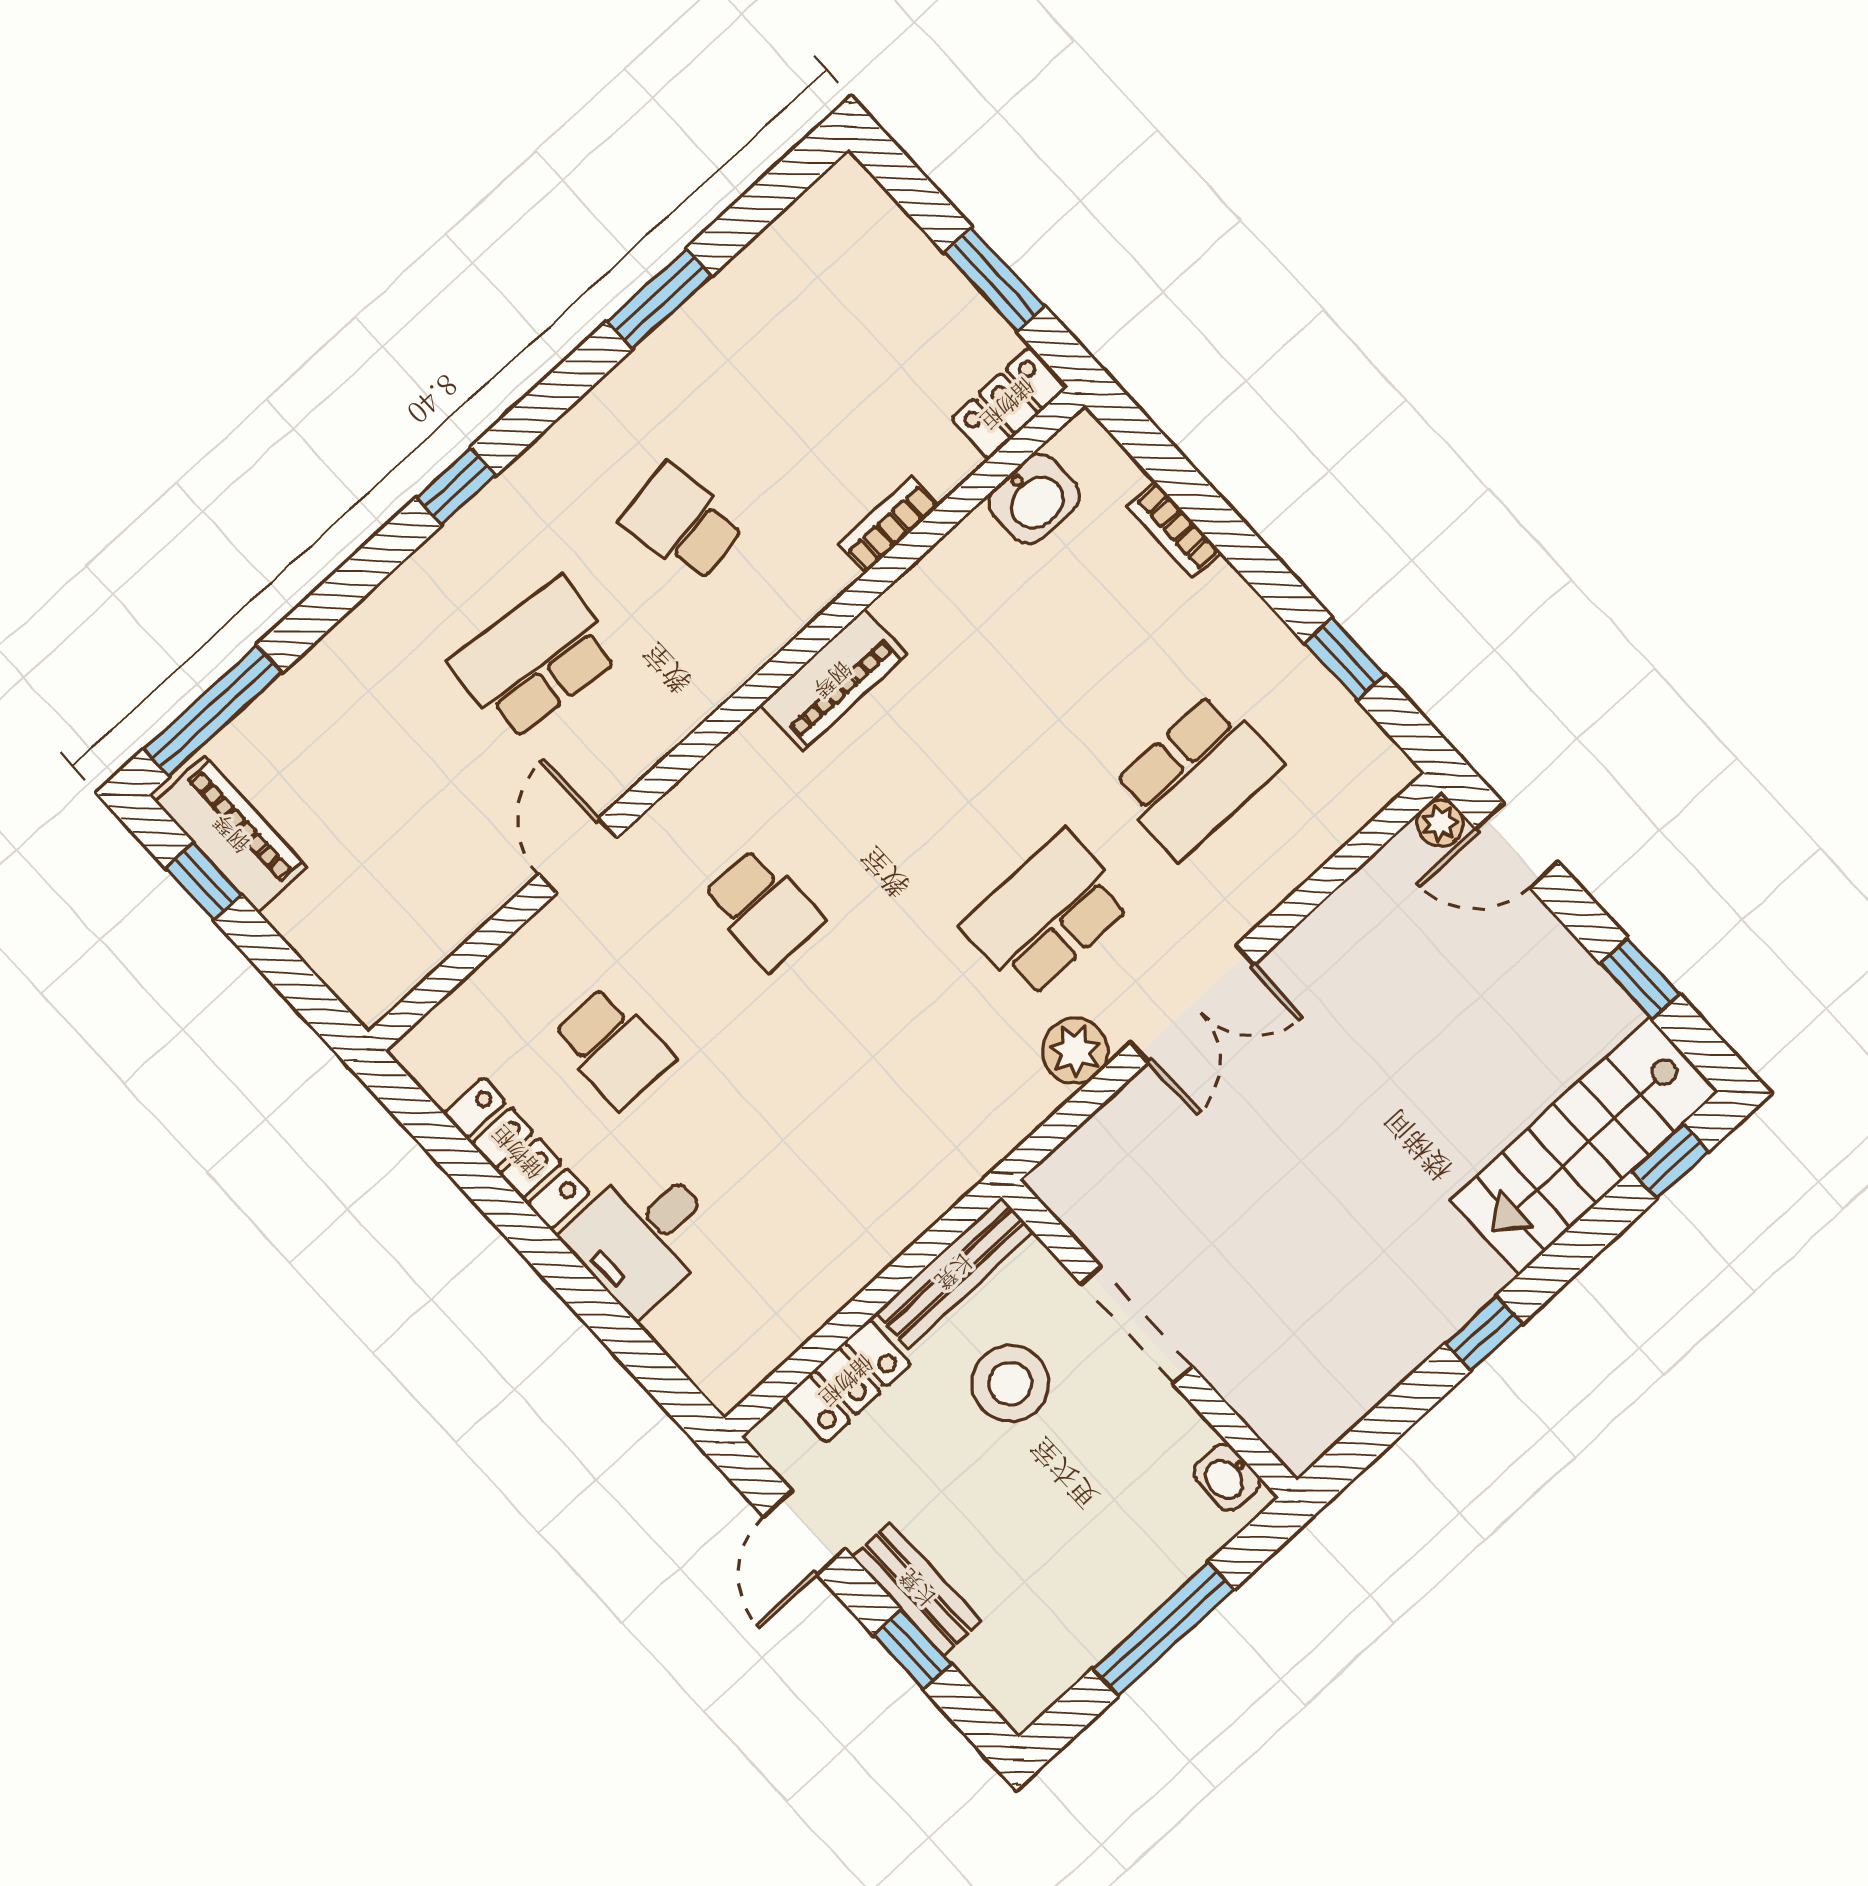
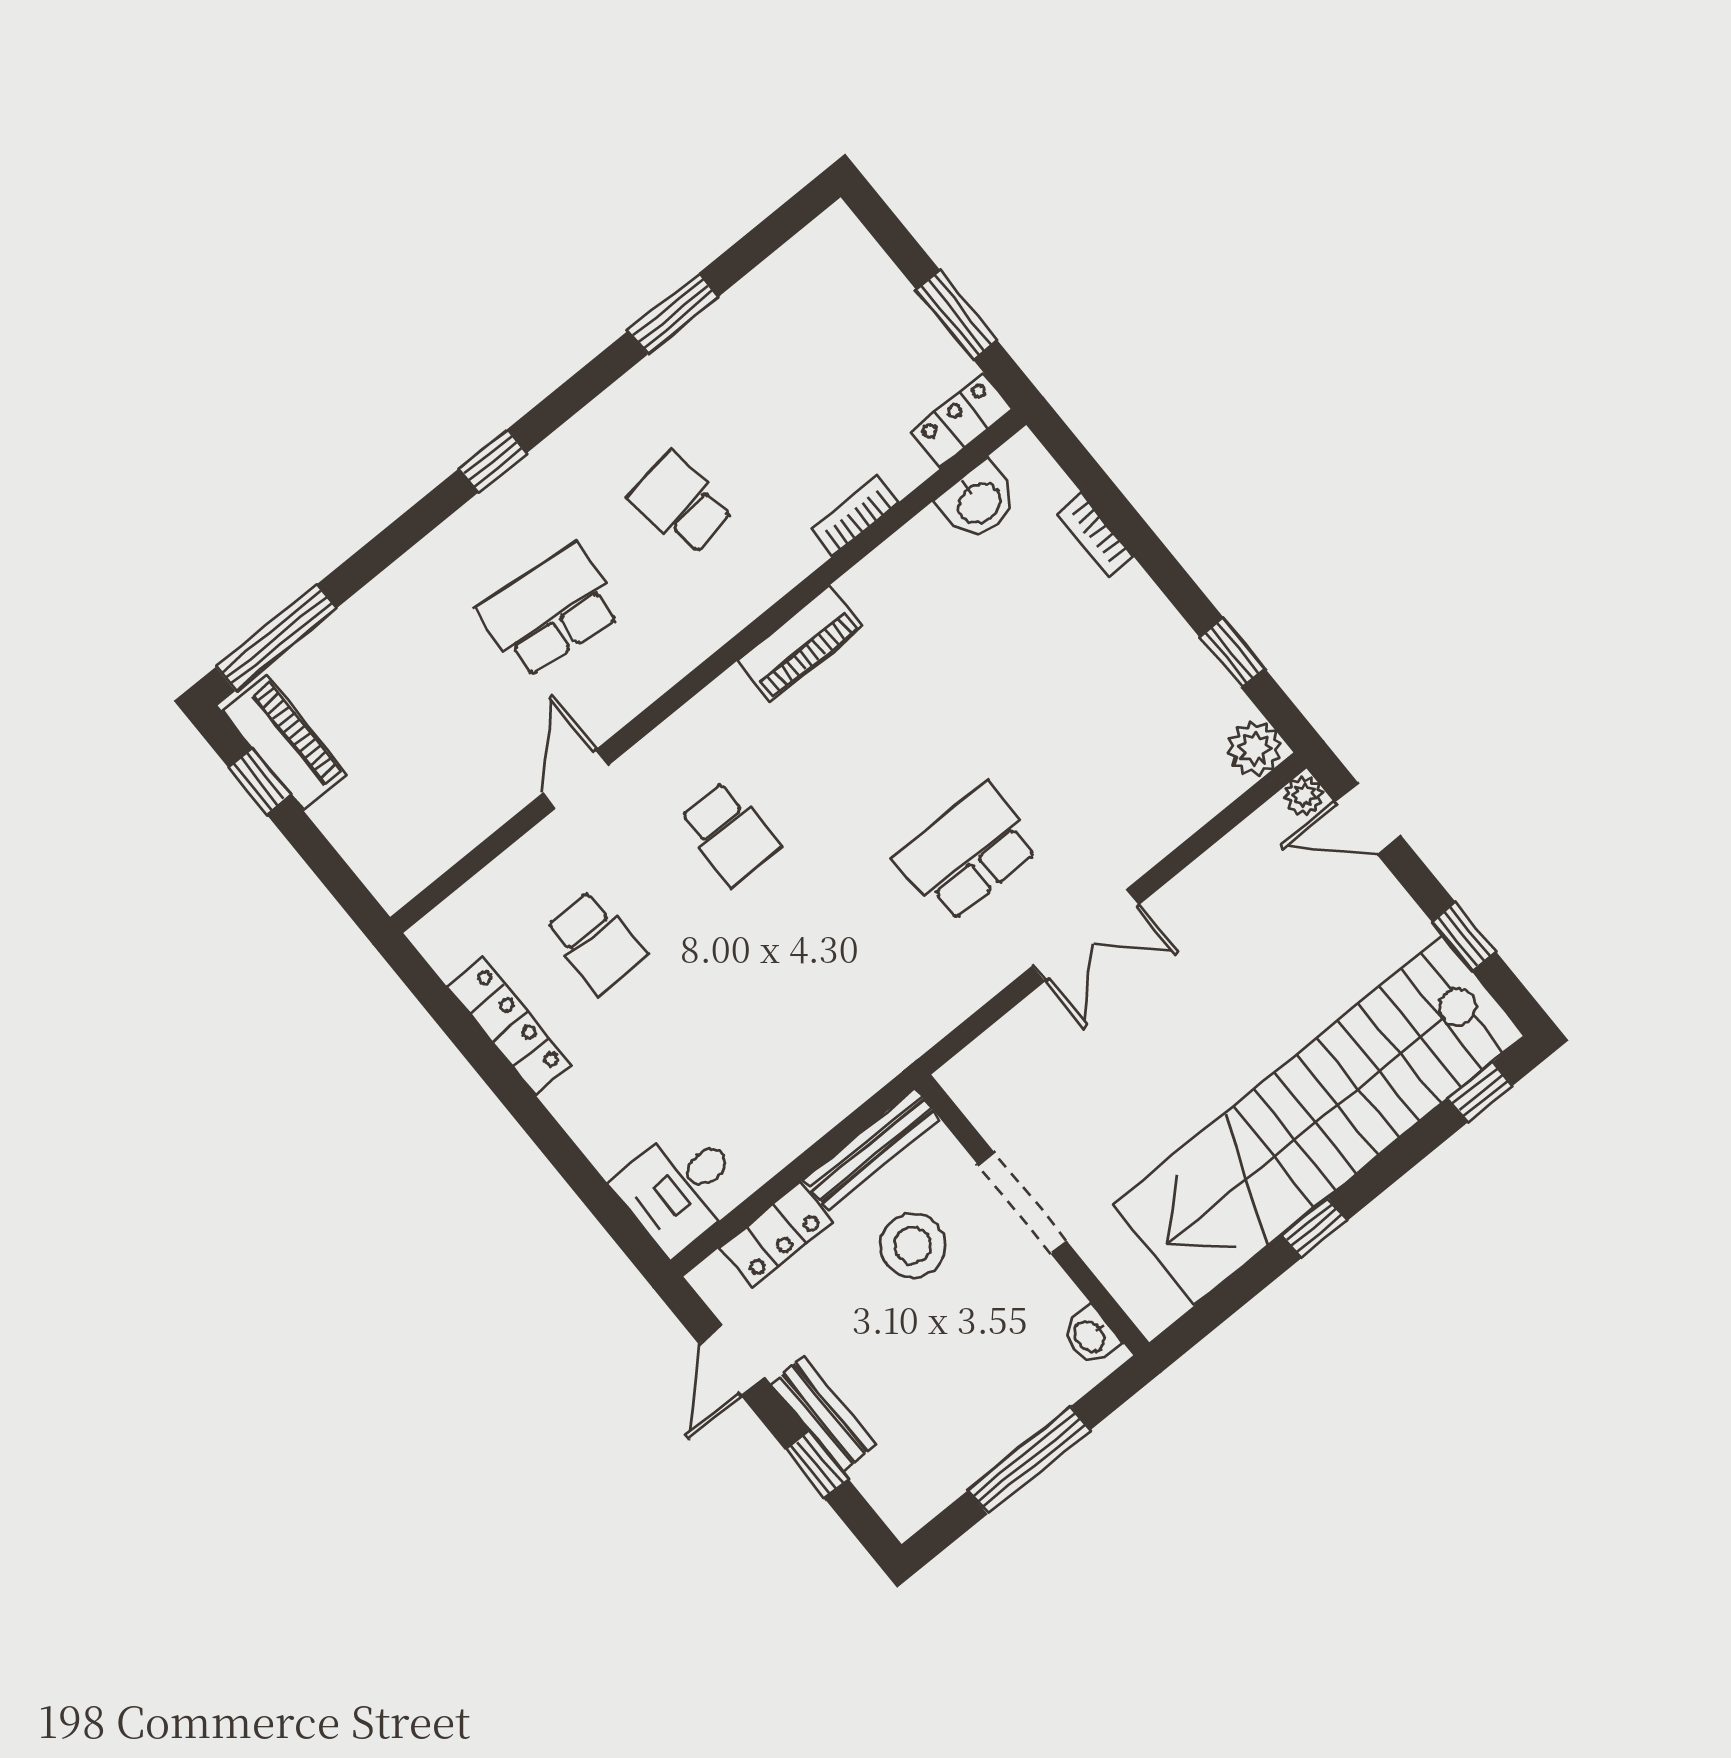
school desk: (1197, 776) -> (1101, 743), removed
plant: (1075, 1051) -> (1255, 748), moved
stairs: (1584, 1146) -> (1319, 1120), width x1.86, depth x1.51
desk: (643, 1236) -> (681, 1188), moved

